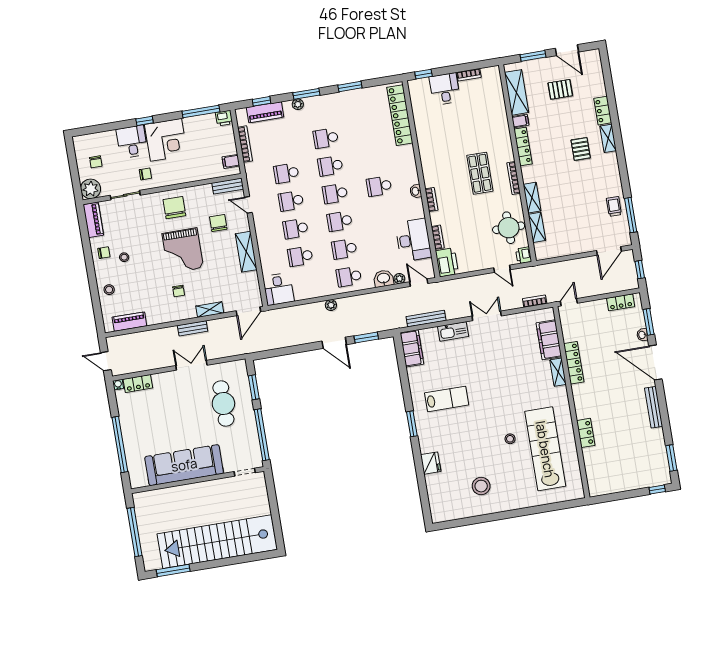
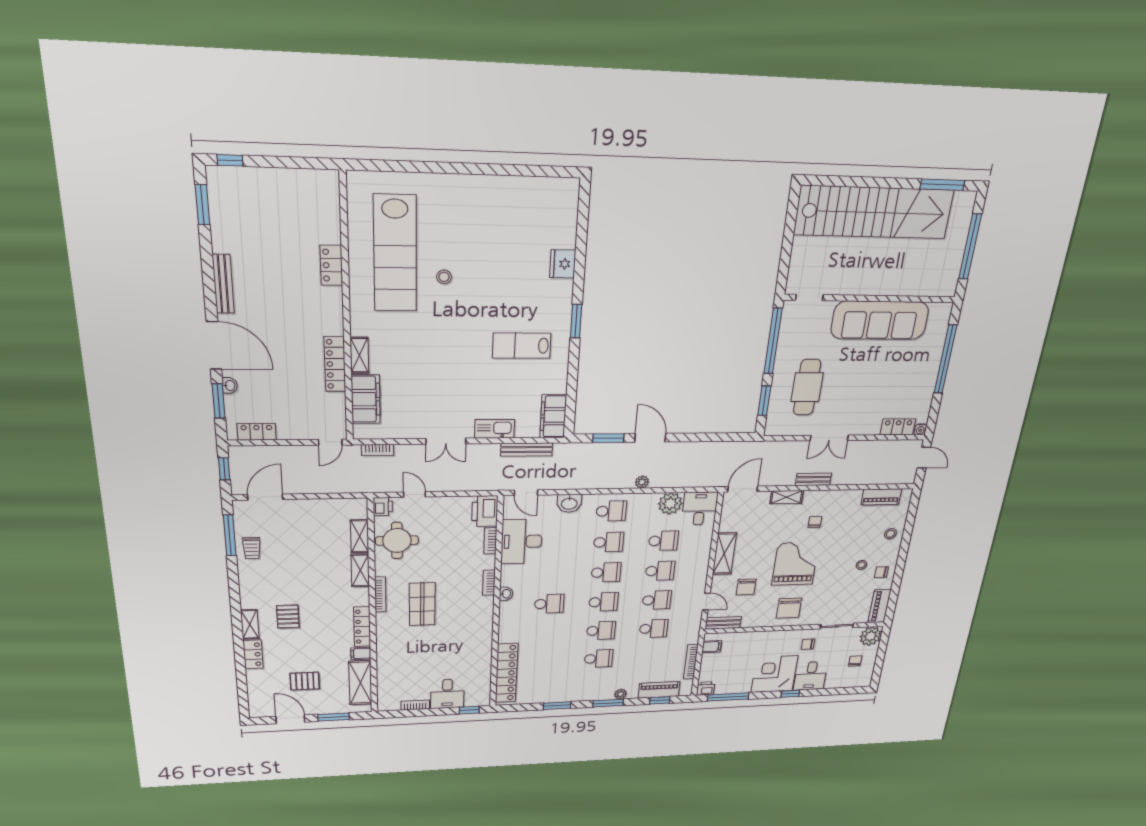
plant: (399, 279) -> (670, 504), moved, width x1.88, depth x1.88
stool: (481, 486) -> (499, 218), removed

